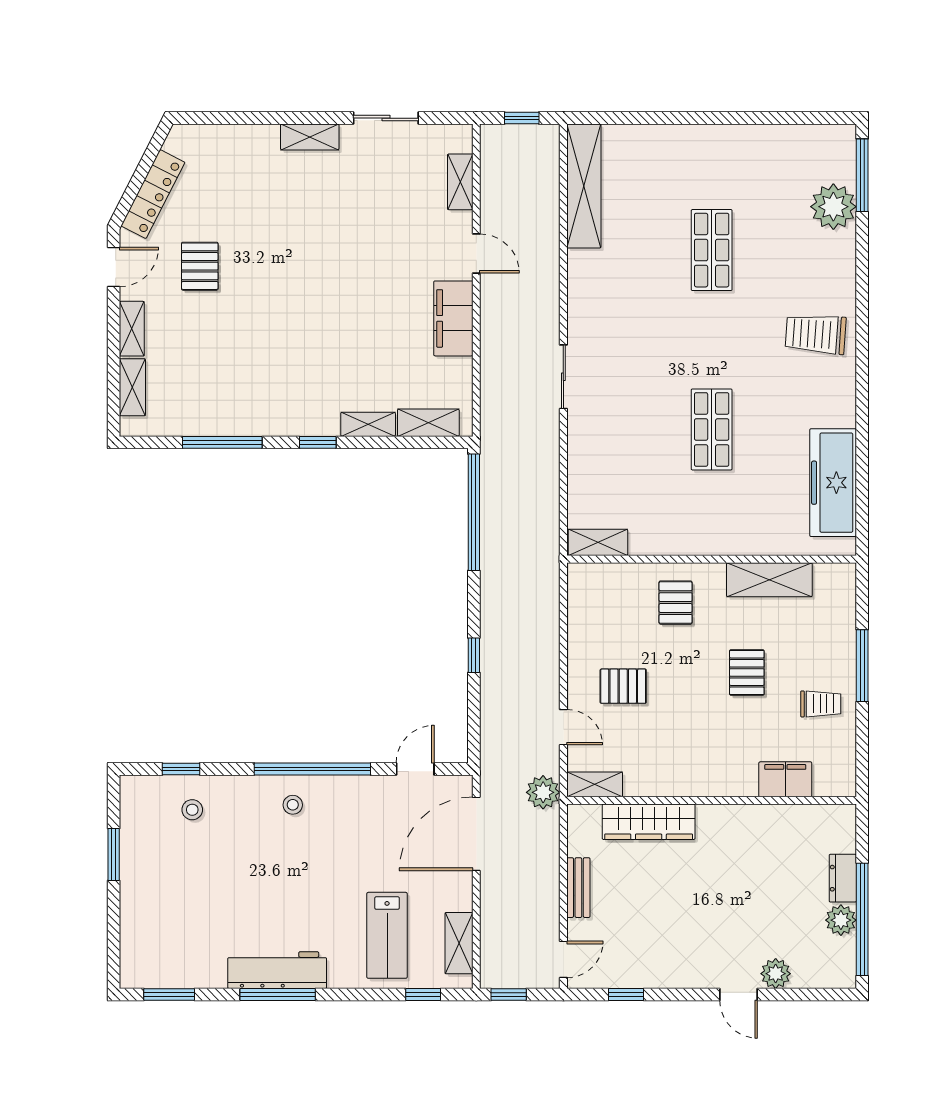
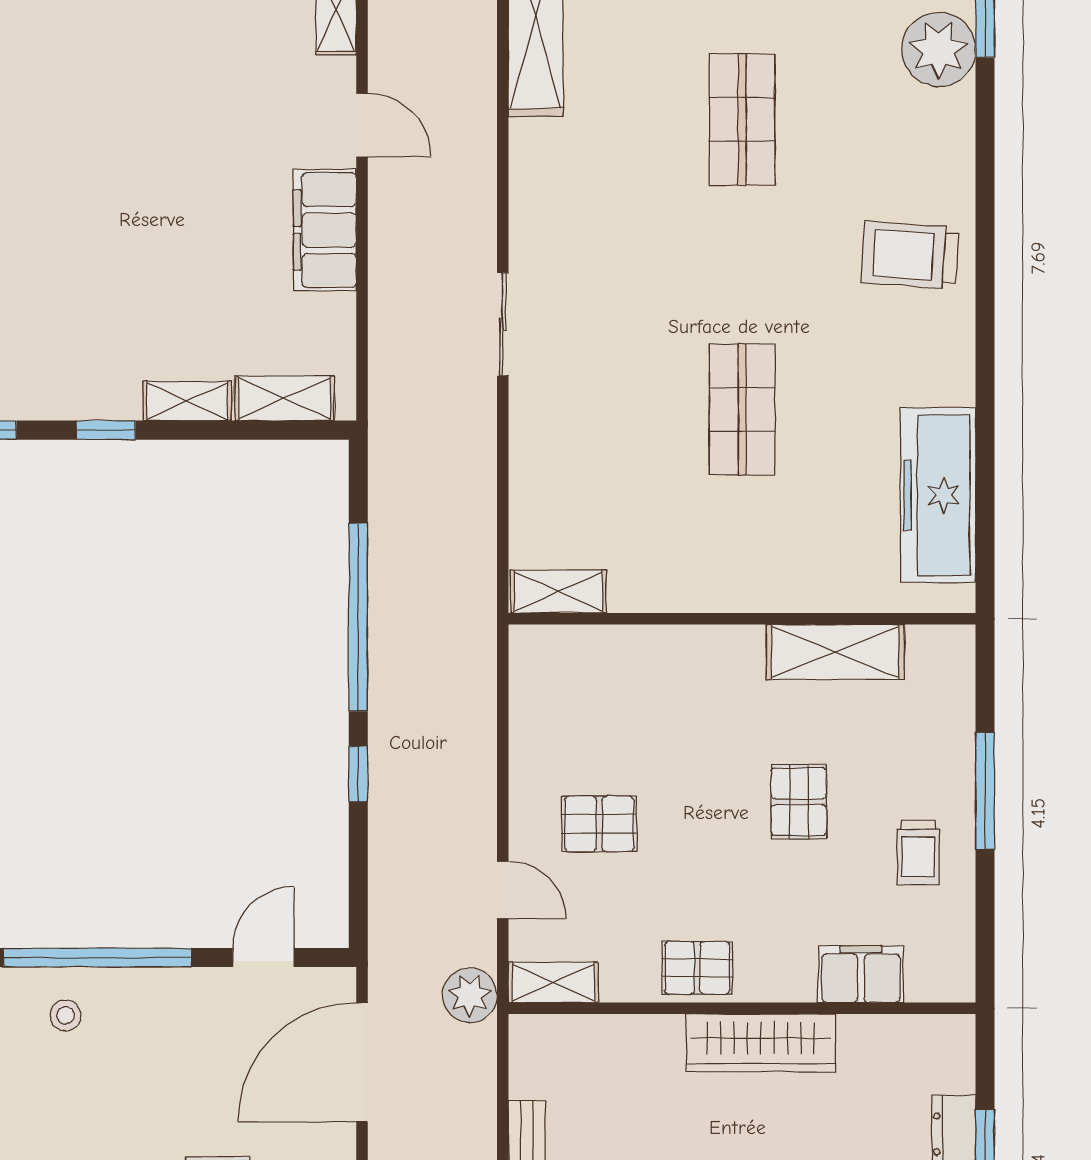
window: (474, 512) -> (358, 617), moved
pallet: (676, 603) -> (697, 968), moved, turned 90
trolley: (821, 704) -> (918, 853), turned 90
wardrobe: (649, 822) -> (761, 1043), moved

